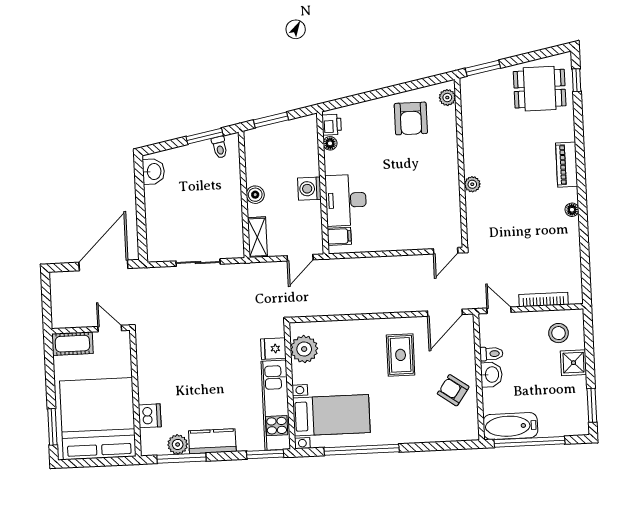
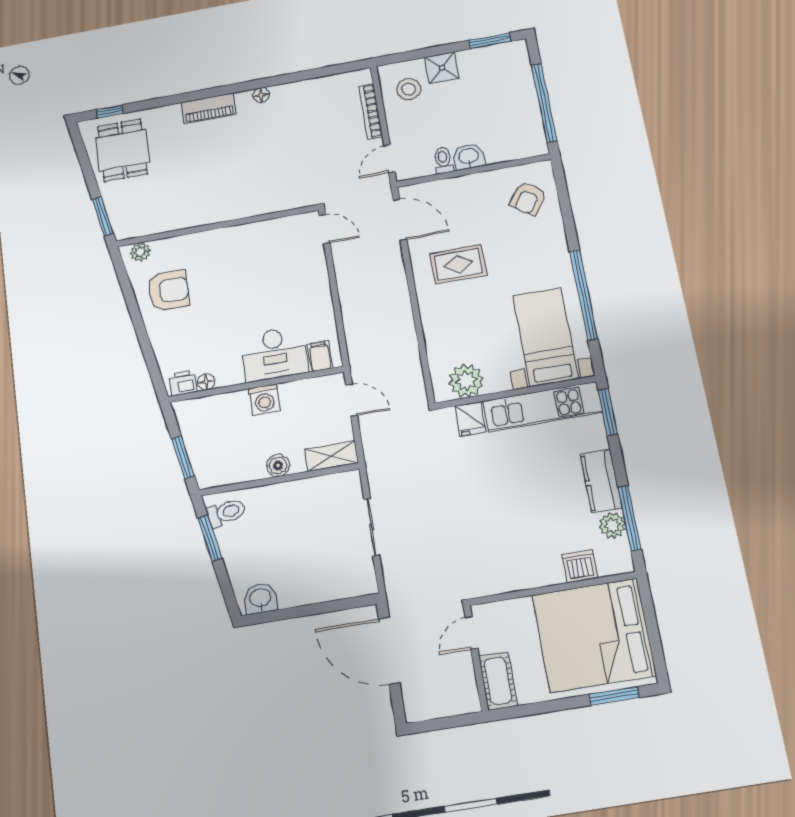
toilet: (220, 147) -> (226, 513), width x1.37, depth x1.39
plant: (472, 184) -> (241, 210), removed
armchair: (453, 390) -> (528, 199), moved
bathtub: (510, 426) -> (528, 127), removed

